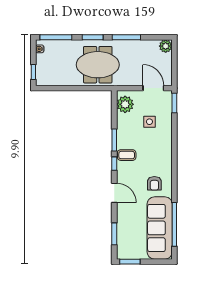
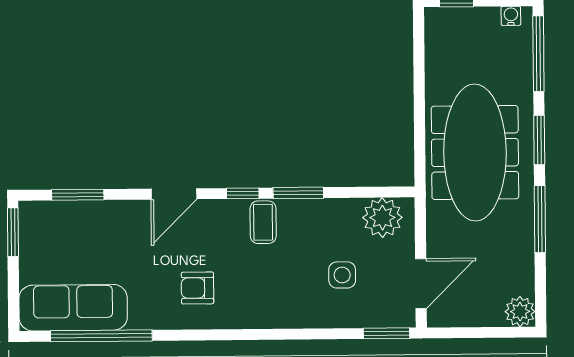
meeting table: (98, 65) -> (475, 153), width x1.36
sofa: (160, 228) -> (73, 308), width x0.74, depth x0.79

